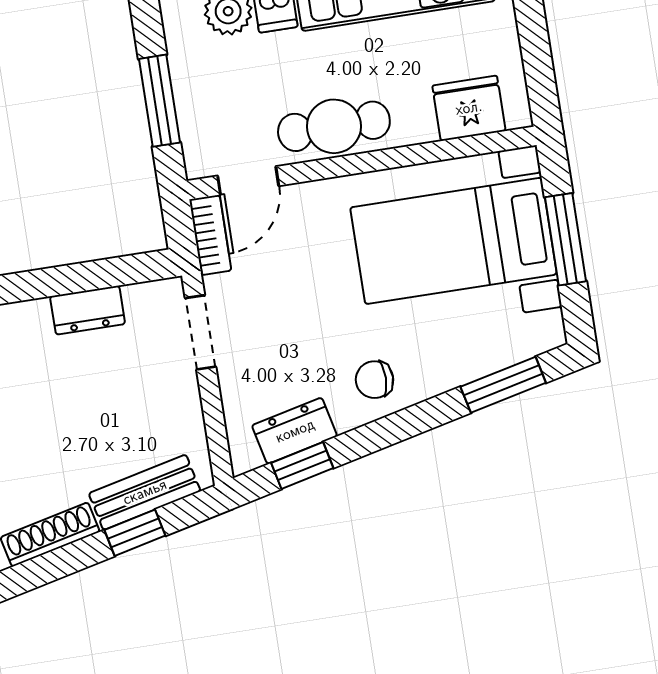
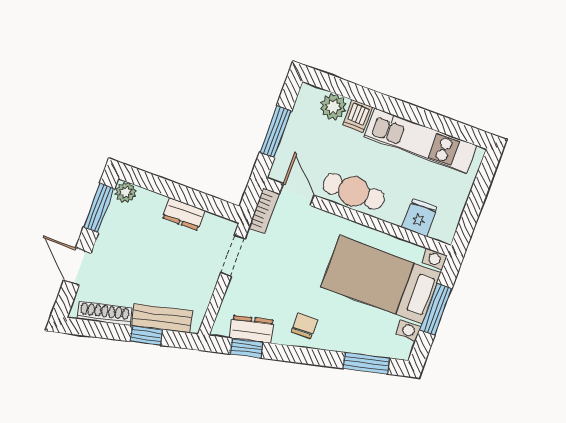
fridge: (469, 108) -> (420, 217), width x0.72
door: (248, 181) -> (297, 195), swing flipped
chair: (375, 380) -> (305, 326), turned 90

